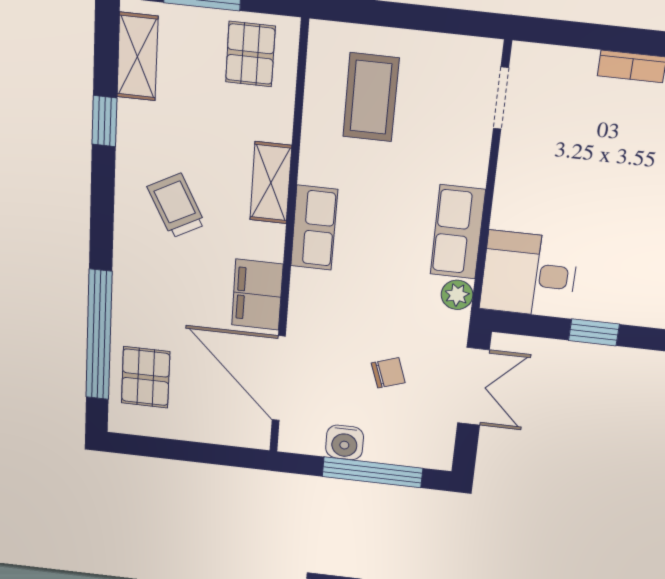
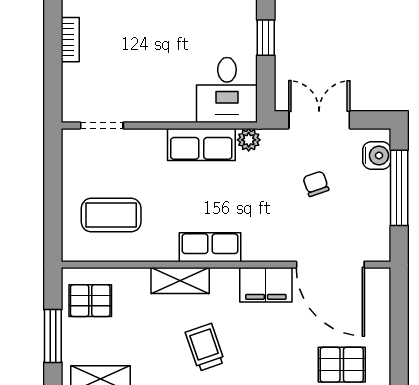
trolley: (176, 206) -> (205, 347), turned 99
door: (279, 378) -> (330, 265), hinge flipped
water cooler: (345, 442) -> (377, 156), moved

